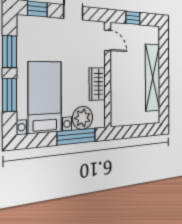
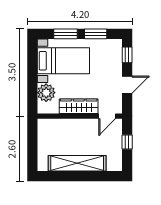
wardrobe: (97, 84) -> (79, 106), width x1.50
window: (76, 137) -> (32, 87), removed

